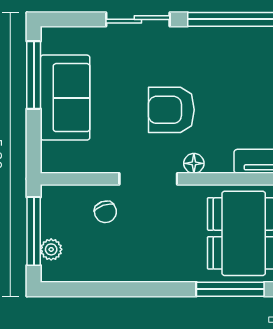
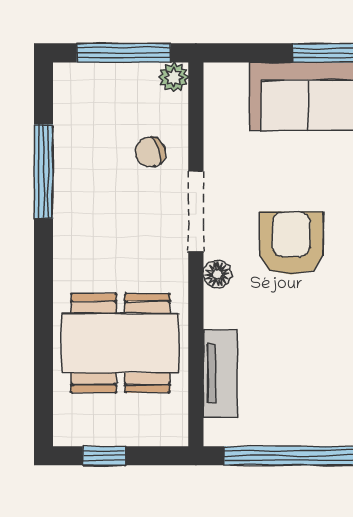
plant: (51, 249) -> (174, 77), moved
window: (230, 289) -> (43, 171), moved

